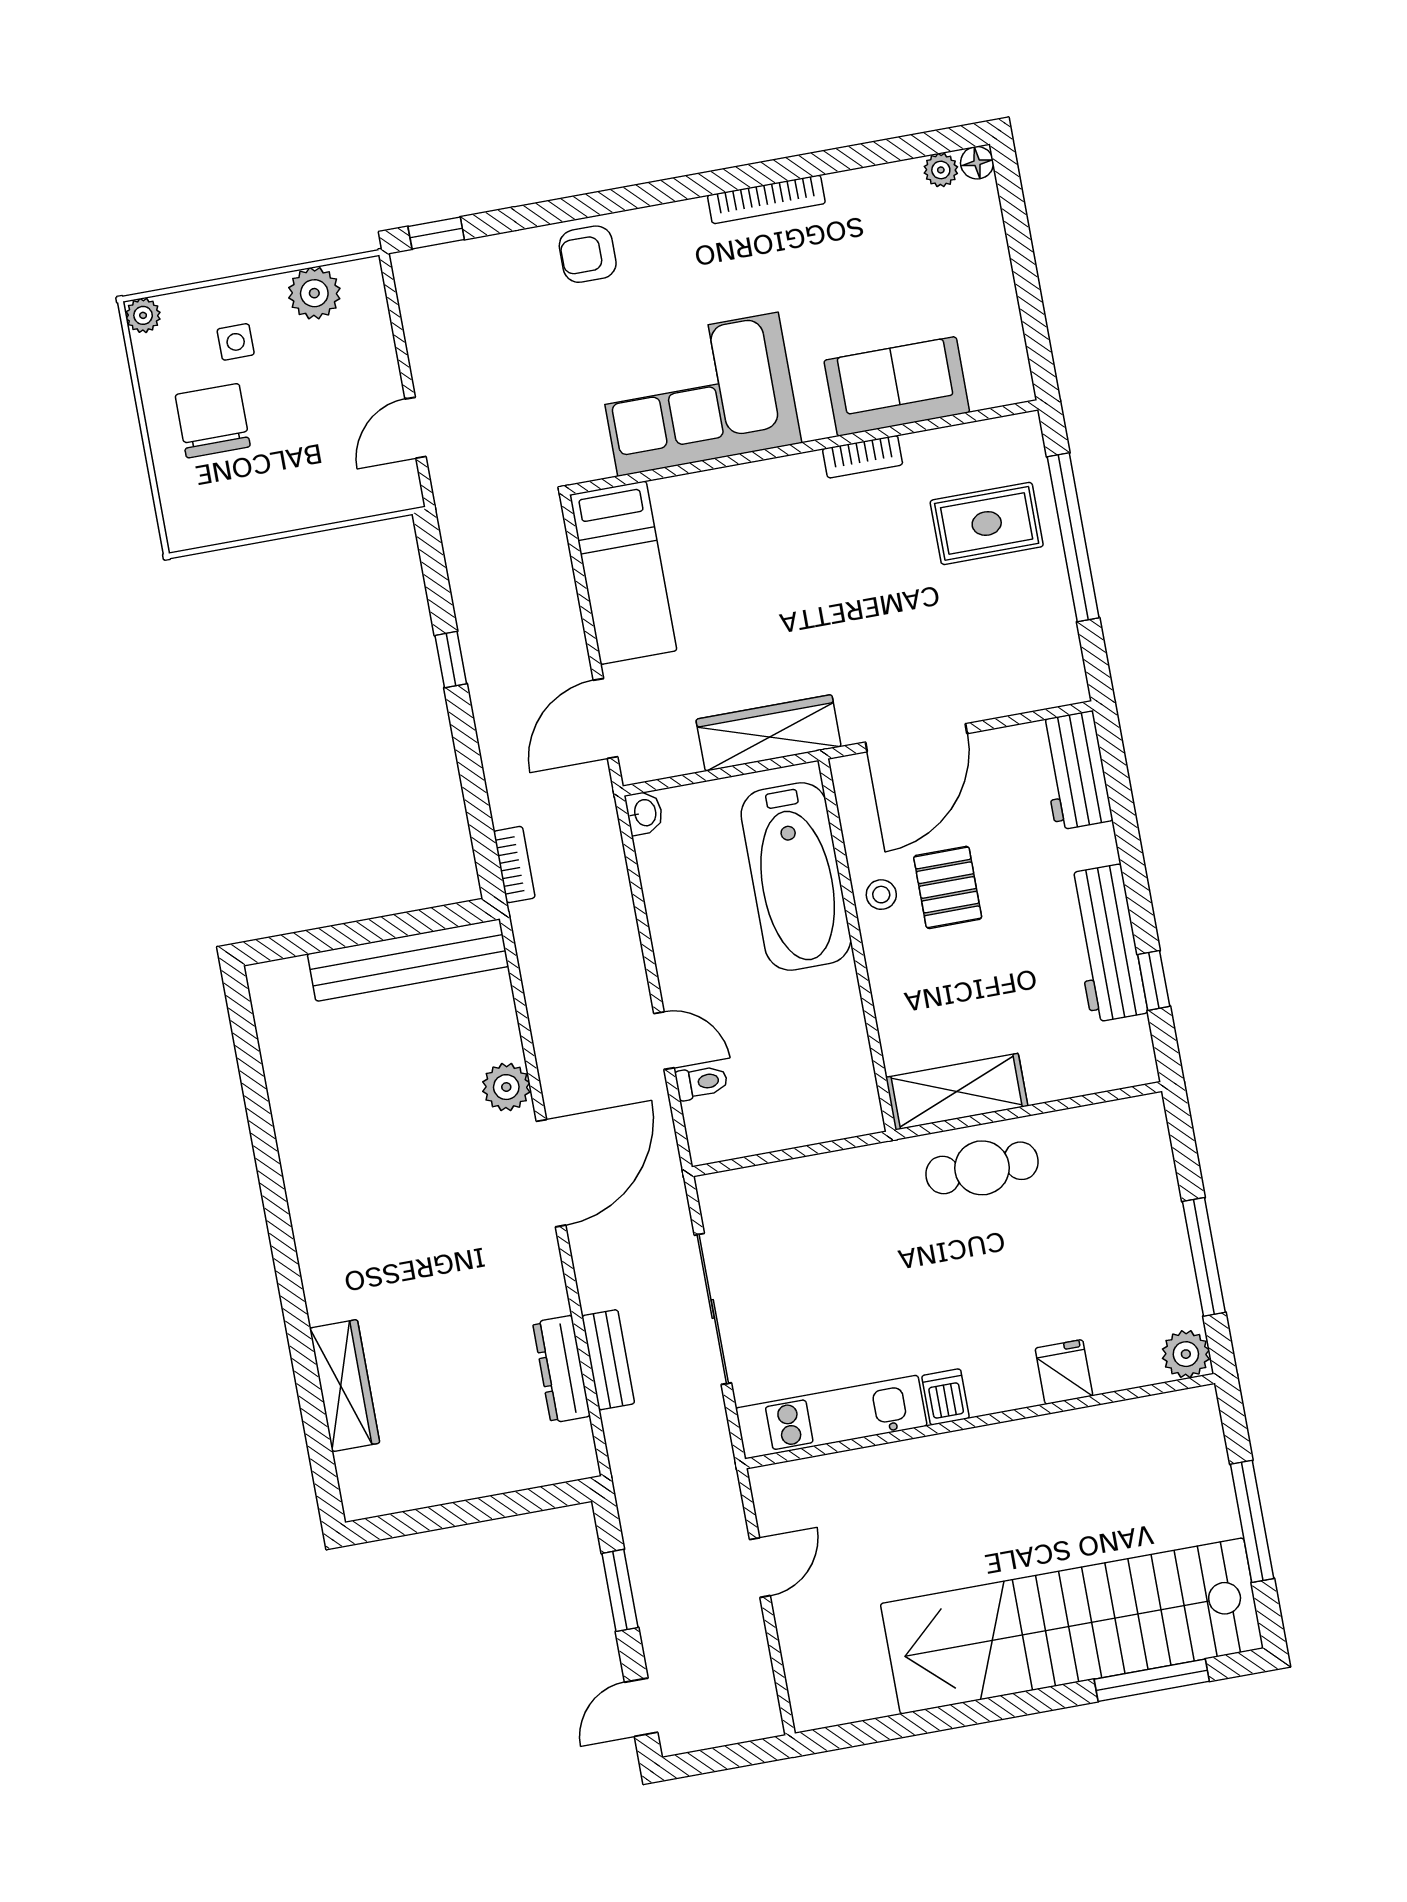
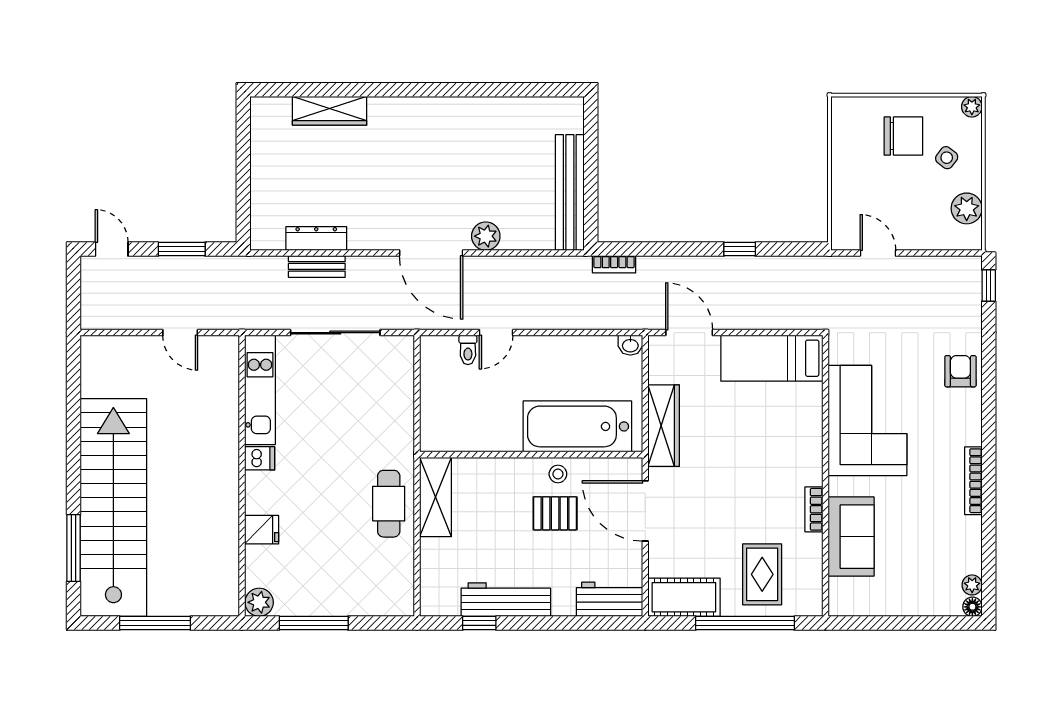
side table: (236, 342) -> (947, 158), turned 37
cot: (1049, 647) -> (684, 597), added

